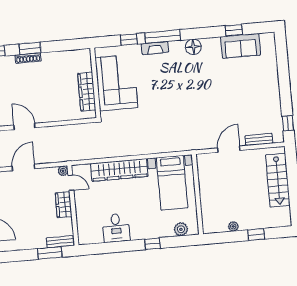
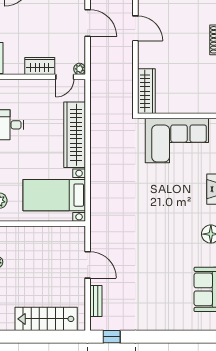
wardrobe: (87, 92) -> (146, 91), moved, turned 90
door: (24, 126) -> (135, 28), hinge flipped

